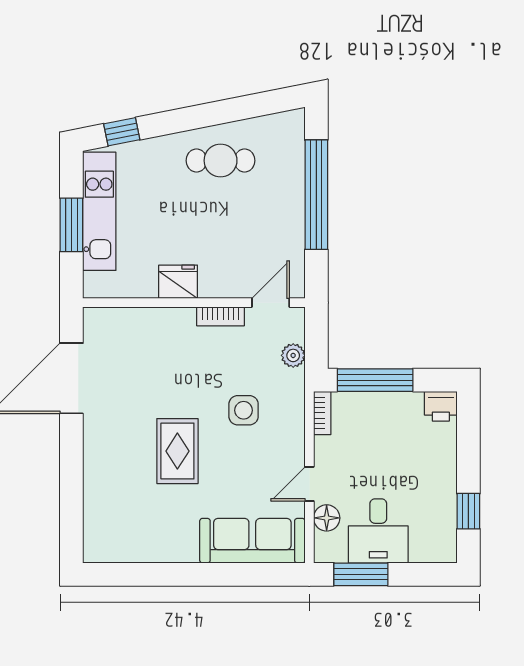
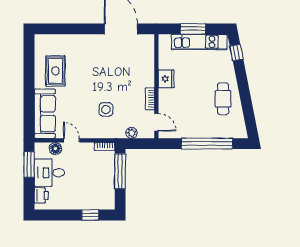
printer: (441, 406) -> (41, 195), moved, turned 180
rug: (177, 451) -> (55, 71), moved, turned 90
window: (468, 511) -> (90, 215), moved

